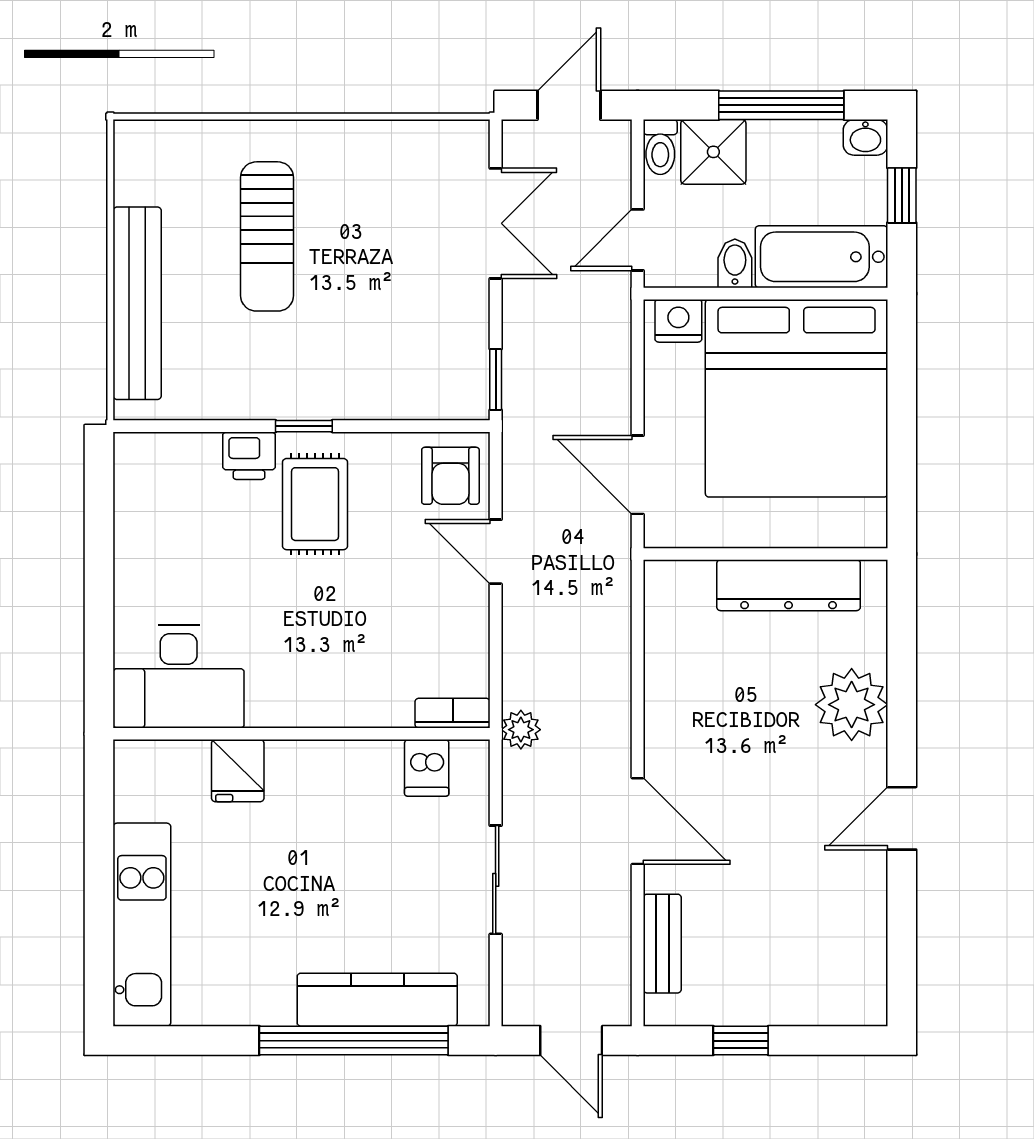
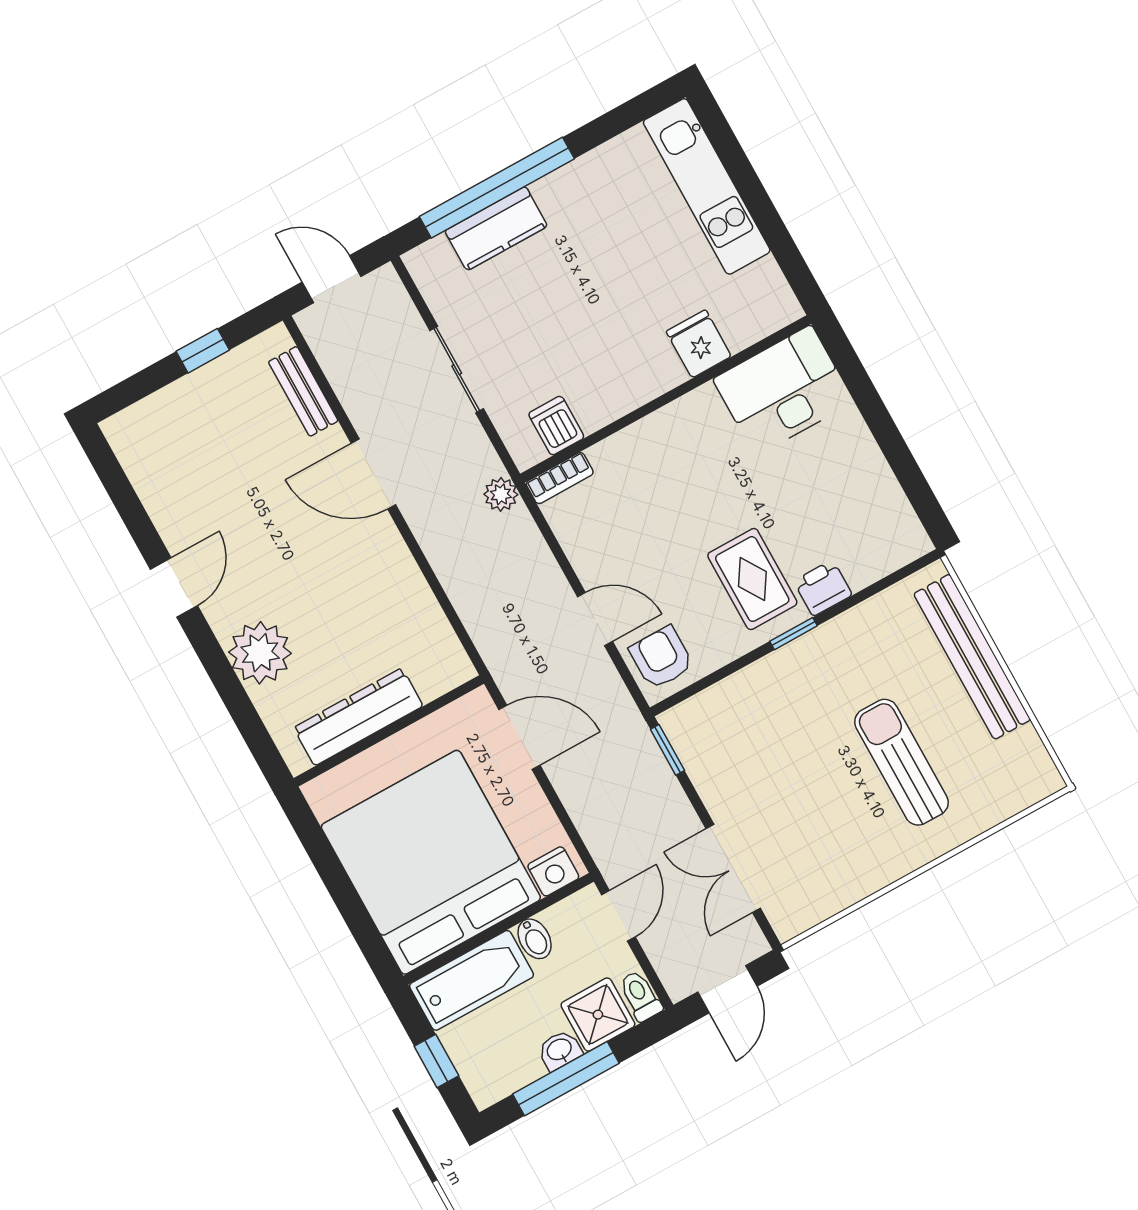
washbasin: (865, 137) -> (560, 1050), moved
kitchen counter: (377, 1000) -> (496, 229), width x0.67

